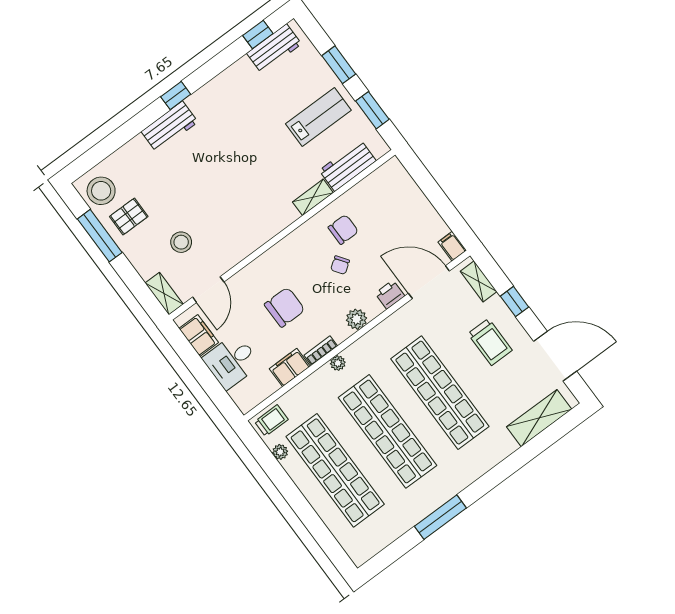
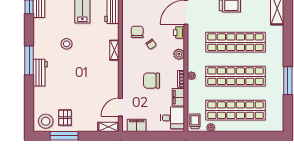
window: (176, 96) -> (29, 60), width x2.17
shelving: (313, 197) -> (114, 50), moved
stool: (181, 242) -> (67, 44), moved
door: (208, 290) -> (120, 107), swing flipped
chair: (285, 307) -> (152, 81), turned -90
desk: (231, 361) -> (173, 118), moved, turned -90

